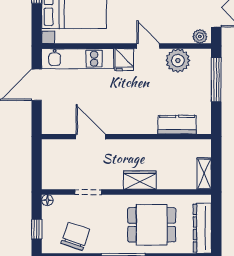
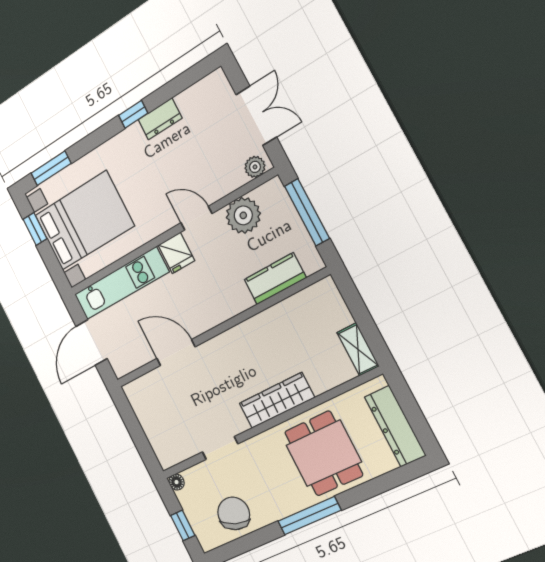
kitchen counter: (177, 125) -> (275, 279), moved
door: (91, 137) -> (176, 353), moved
wall: (126, 137) -> (219, 329), moved
wardrobe: (140, 180) -> (277, 400), width x1.50
dining table: (152, 225) -> (323, 453), turned 90

